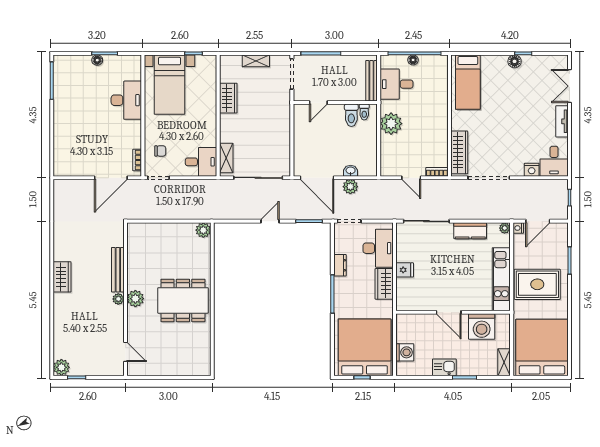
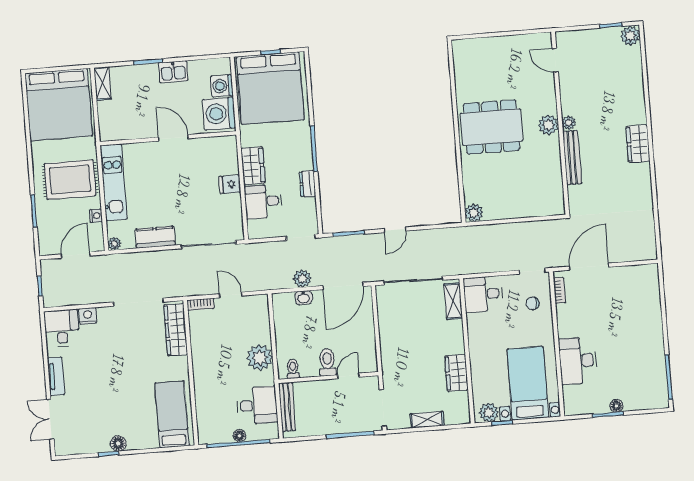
plant: (204, 63) -> (489, 413), added
double door: (569, 86) -> (50, 419), swing flipped
toilet: (351, 115) -> (327, 362), moved
door: (317, 178) -> (343, 286), swing flipped
nightstand: (518, 228) -> (96, 216), moved
desk: (378, 248) -> (263, 202), width x0.73
washing machine: (482, 327) -> (219, 114), moved, turned -90

